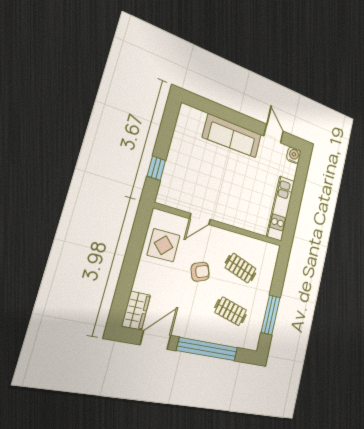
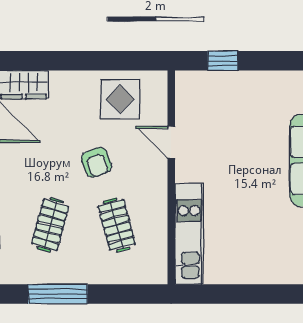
kitchen unit: (281, 208) -> (189, 234), moved, turned 90
clothes rail: (241, 268) -> (117, 225), turned -33

